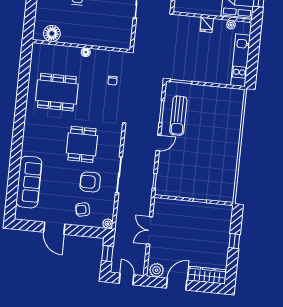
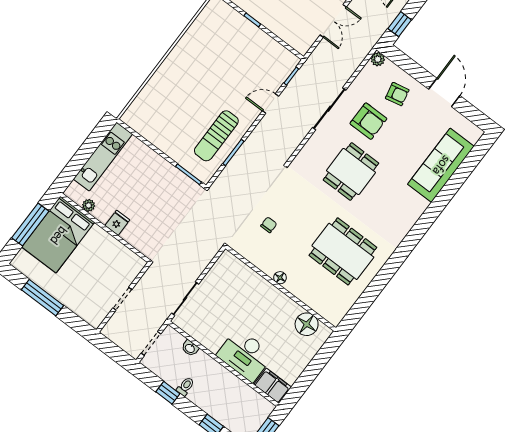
sun lounger: (178, 116) -> (216, 136), turned 180
door: (158, 143) -> (270, 104), moved

